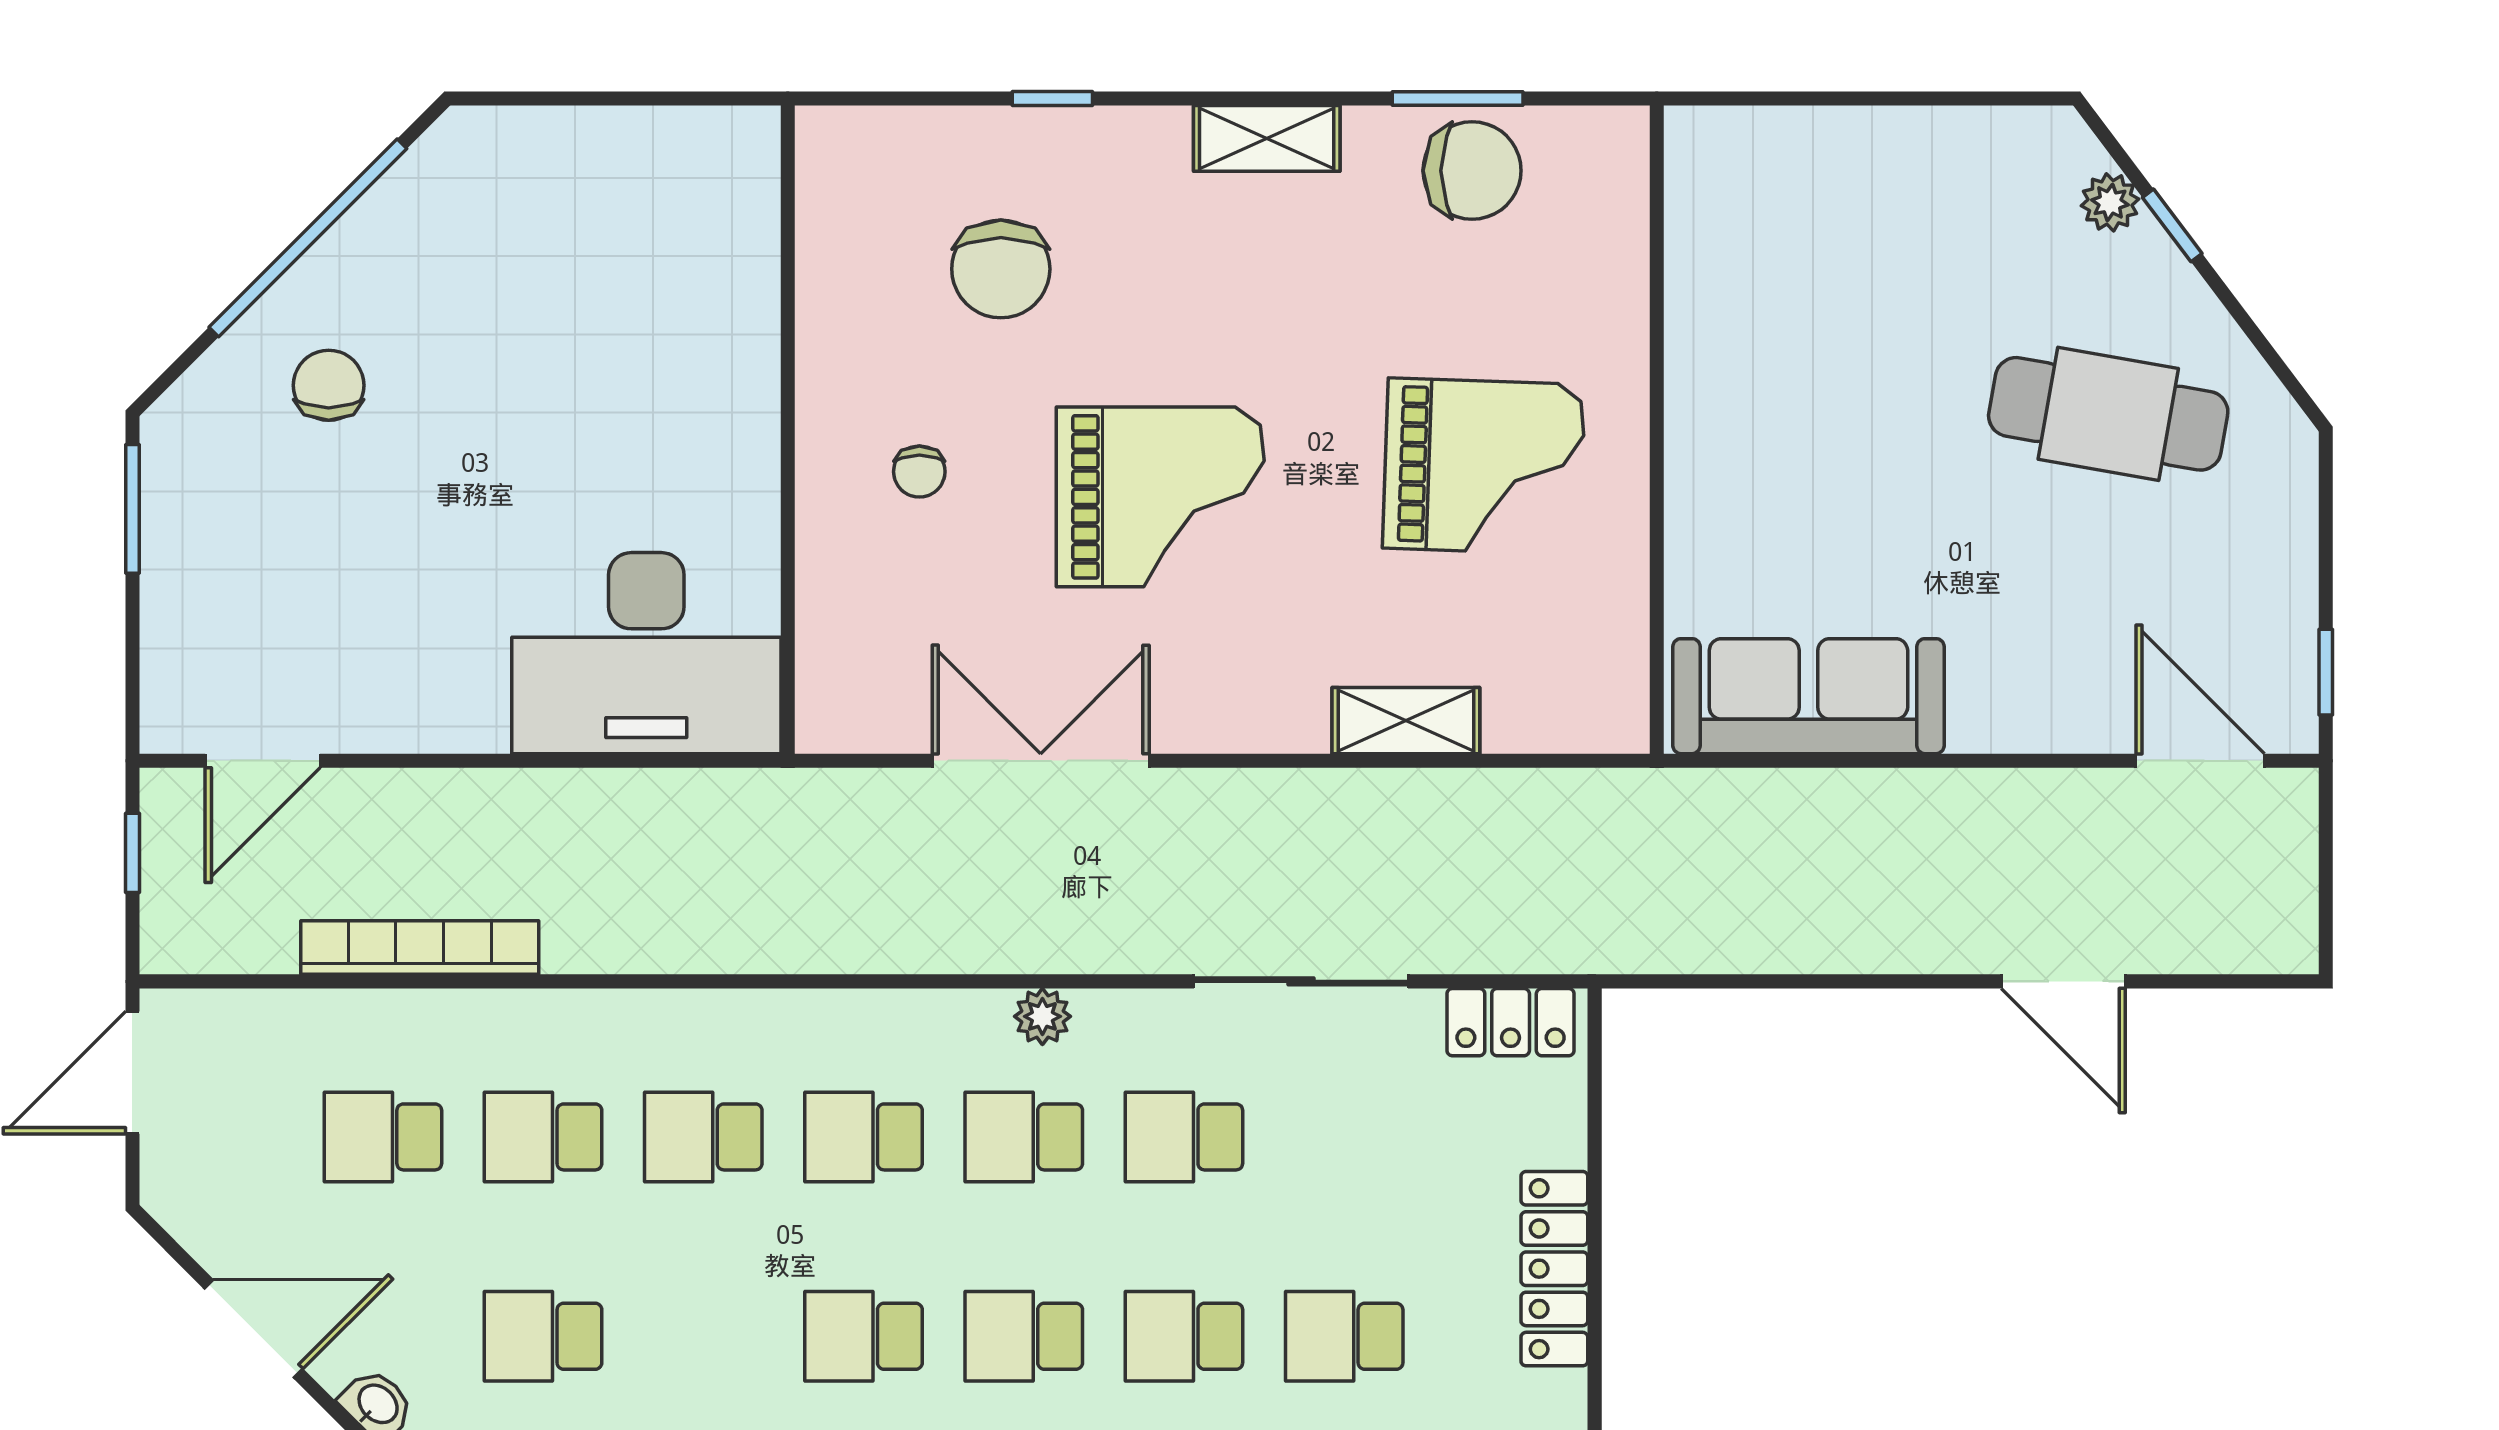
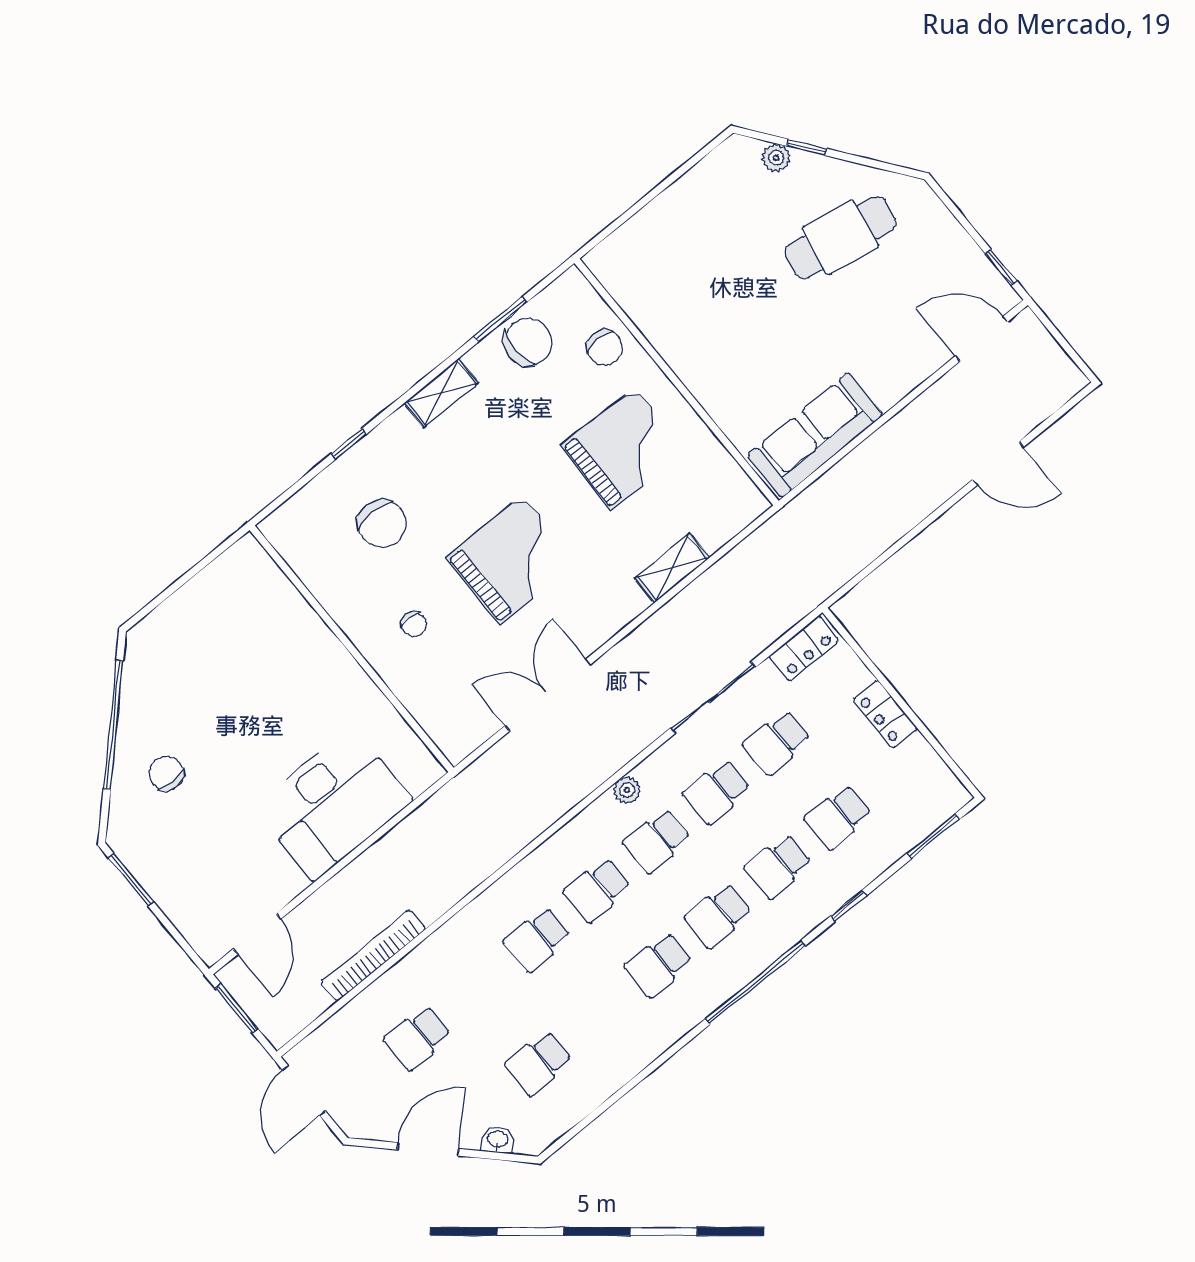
chair: (1587, 281) -> (605, 348), added
desk: (646, 653) -> (333, 804), moved
window: (132, 853) -> (237, 1008), width x1.50
school desk: (543, 1137) -> (777, 742), moved
locker: (1554, 1269) -> (885, 714), width x0.66

